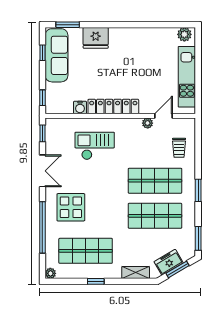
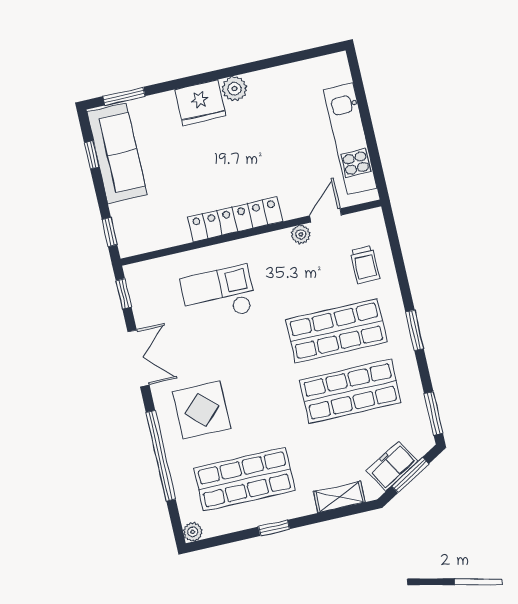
plant: (184, 34) -> (234, 89), moved
fridge: (96, 38) -> (200, 103), moved
water cooler: (80, 107) -> (178, 234), removed

